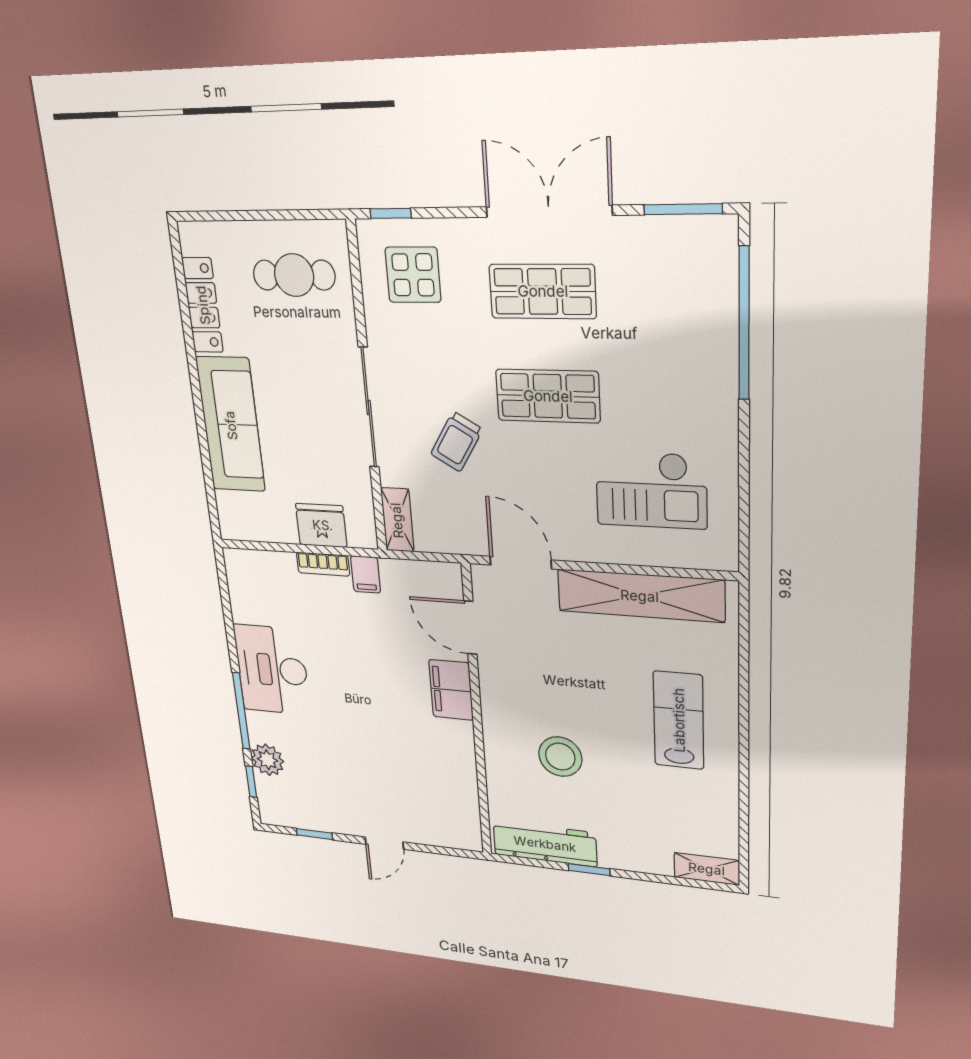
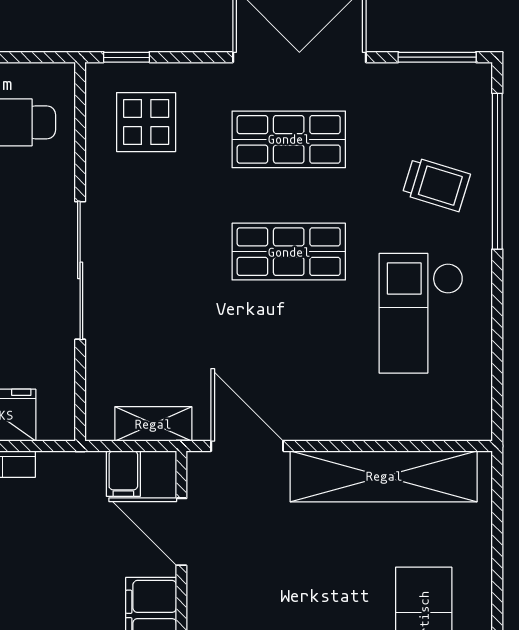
trolley: (457, 442) -> (436, 184), moved, turned -104
checkout: (651, 490) -> (421, 313), moved, turned 90
shelving: (397, 520) -> (153, 424), moved, turned 90
filing cabinet: (366, 574) -> (123, 474), moved

